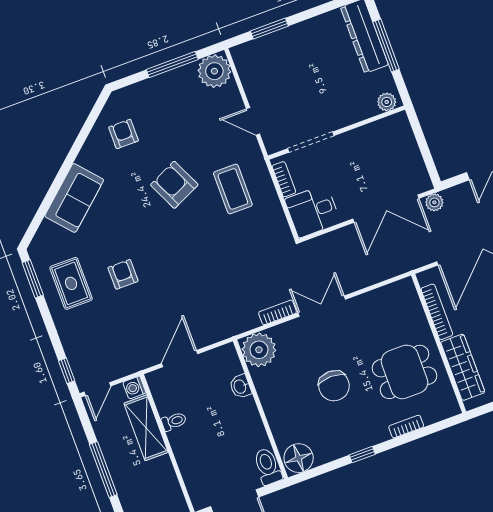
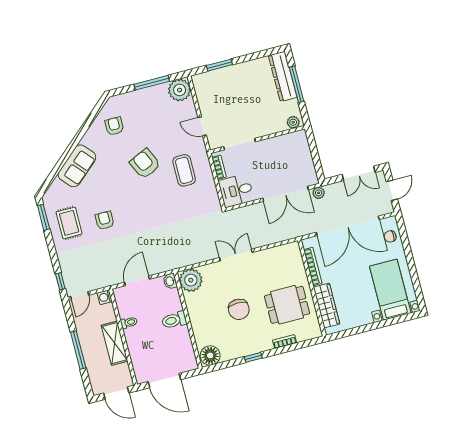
bookcase: (278, 312) -> (206, 256), removed
washbasin: (240, 386) -> (170, 281), moved
shelving: (146, 428) -> (114, 343), moved
toilet: (268, 466) -> (174, 320), moved, turned -90

